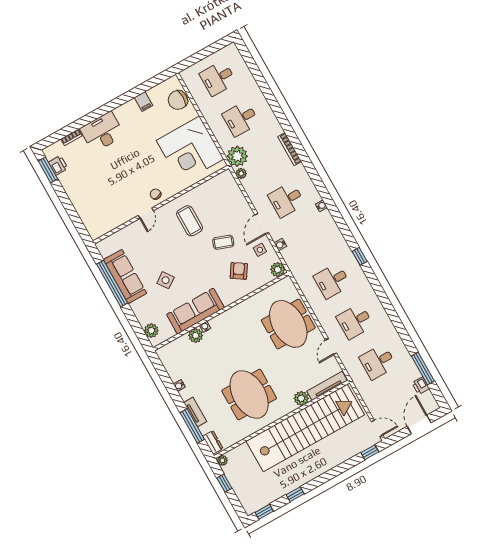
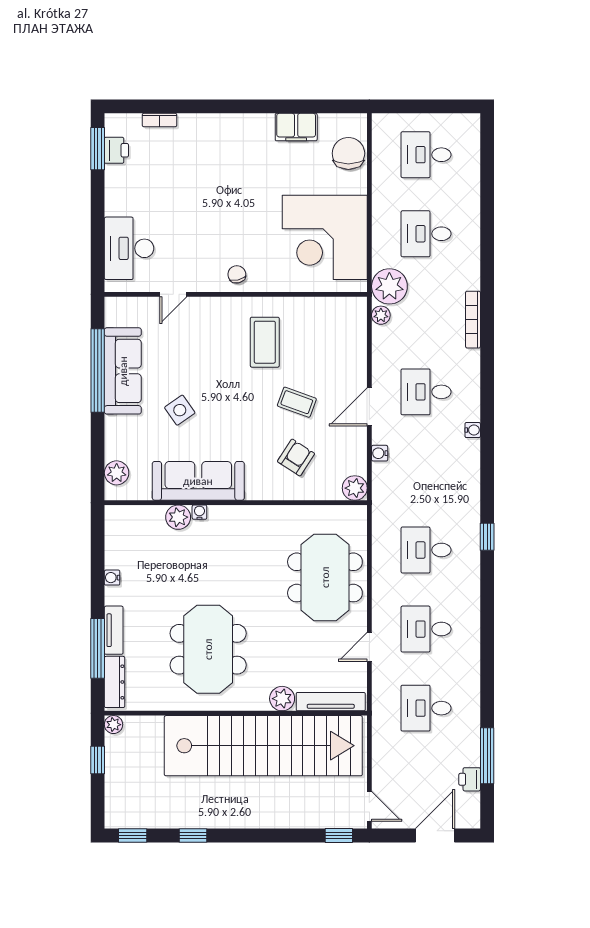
chair: (178, 100) -> (348, 153), turned 90
filing cabinet: (143, 102) -> (296, 127), width x2.00
desk: (102, 132) -> (129, 248), moved, turned -90
door: (146, 213) -> (173, 294), moved
side table: (260, 250) -> (345, 444), removed
dresser: (213, 442) -> (115, 682), width x1.44

